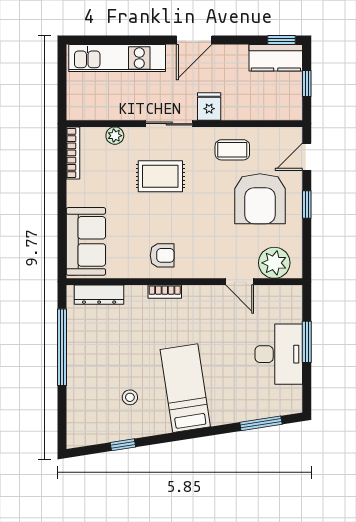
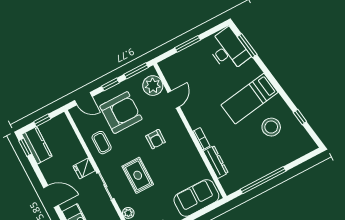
window: (307, 250) -> (136, 71), added
armchair: (162, 255) -> (156, 139), moved, turned 180
dresser: (99, 295) -> (216, 162), moved
desk: (279, 354) -> (228, 50), moved, turned 81
stool: (130, 397) -> (271, 127), width x1.89, depth x1.89

